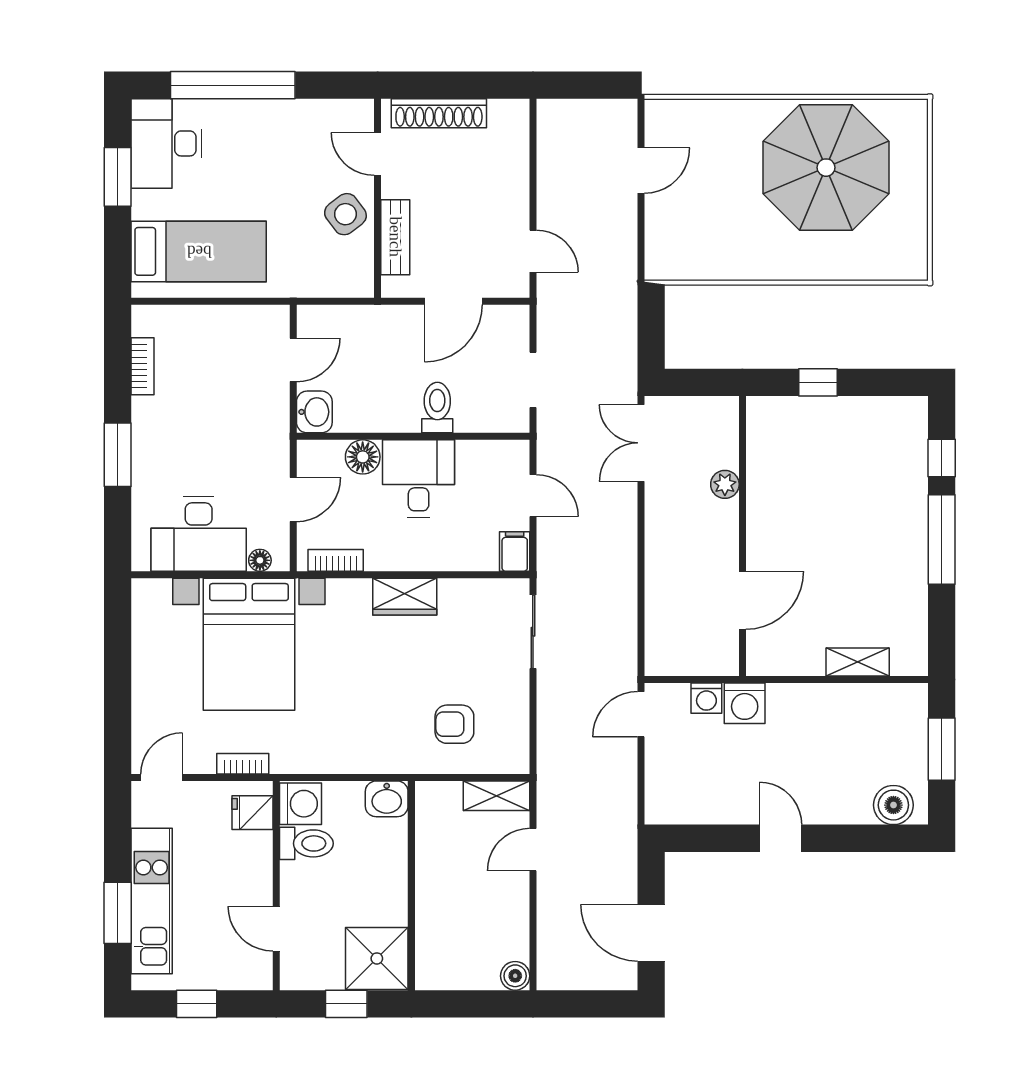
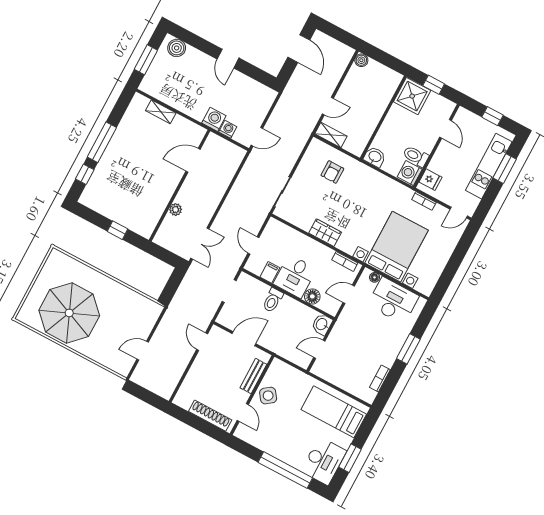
filing cabinet: (515, 552) -> (270, 272), moved, turned 180
armchair: (454, 724) -> (332, 172), turned 90

